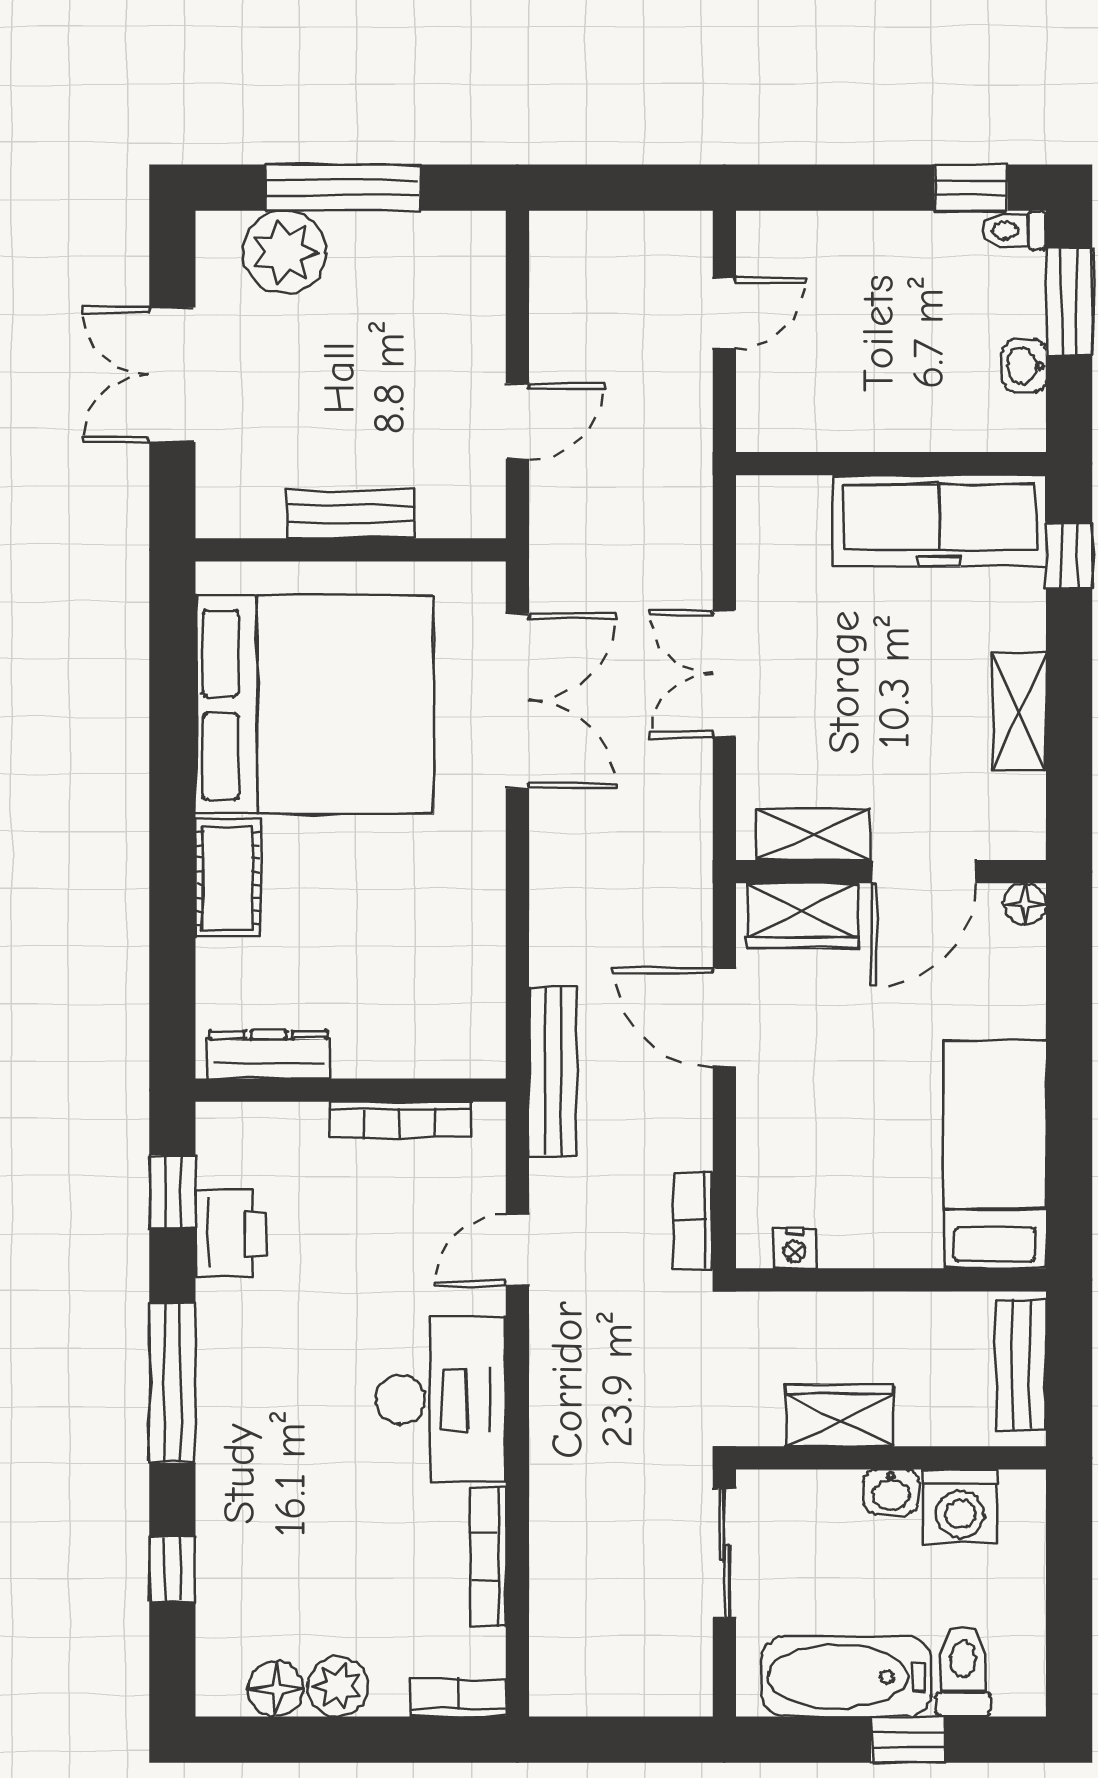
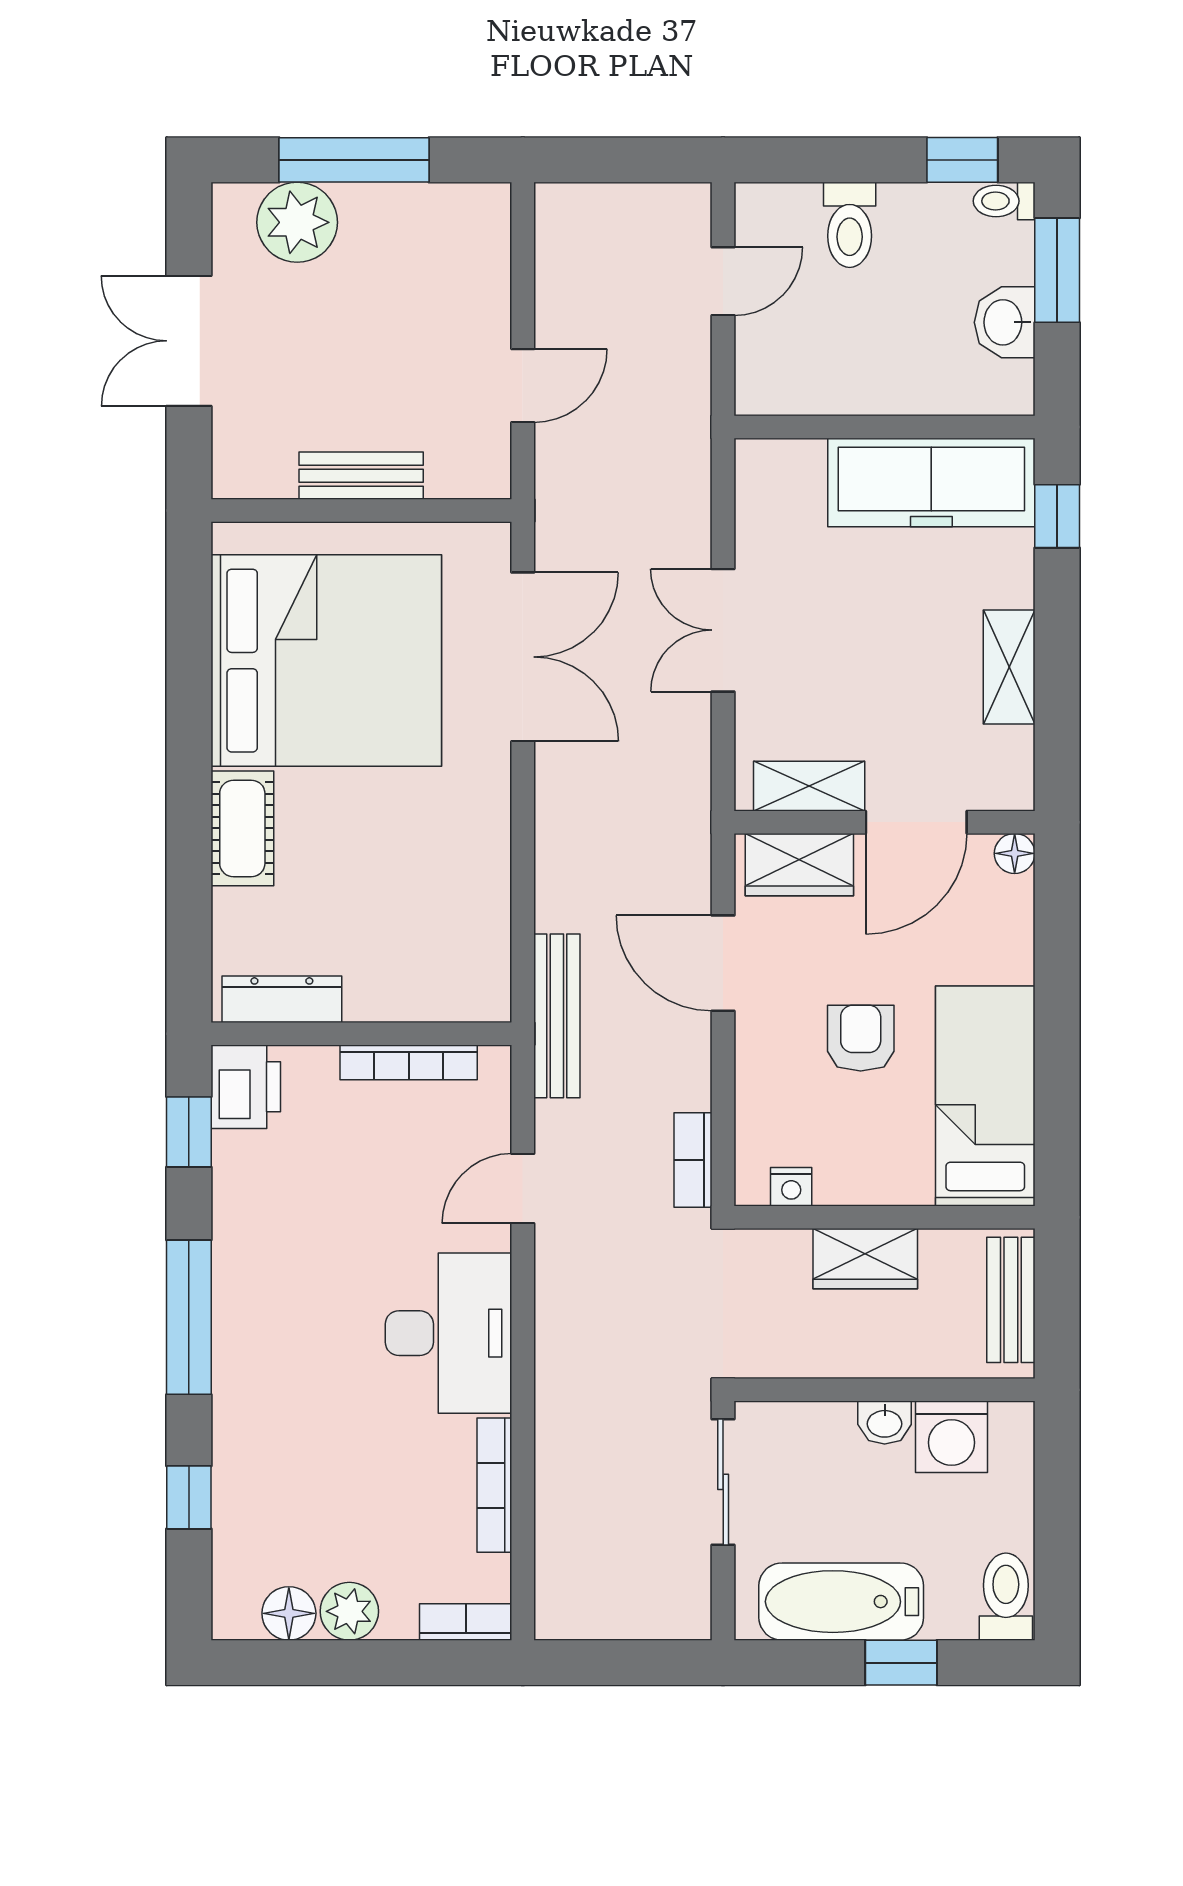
toilet: (855, 255) -> (850, 225), added
washbasin: (1025, 366) -> (1005, 322), width x1.38, depth x1.45
armchair: (866, 1095) -> (861, 1038), added
printer: (231, 1234) -> (246, 1087), moved
wardrobe: (839, 1415) -> (865, 1259), moved, turned 180
toilet: (963, 1672) -> (1006, 1597), moved

